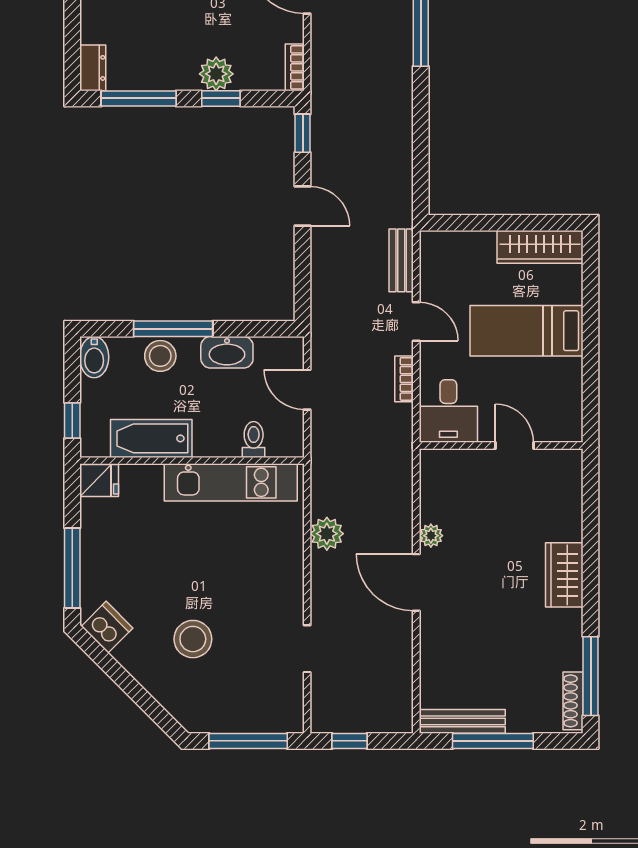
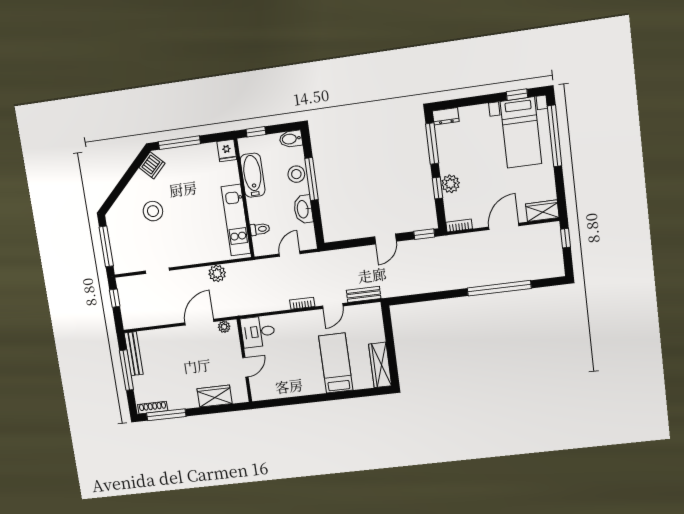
desk: (448, 411) -> (258, 332), moved
wall: (501, 445) -> (244, 361), moved
door: (514, 445) -> (245, 367), moved

